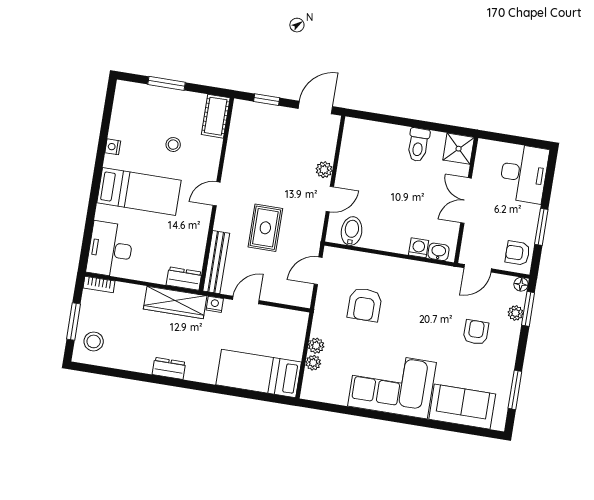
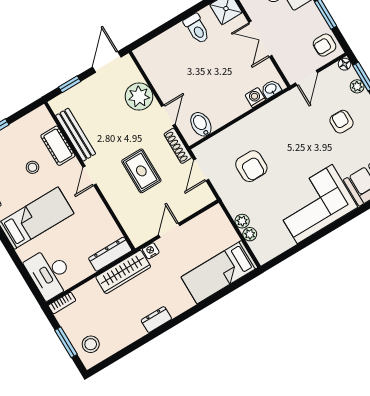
cot: (216, 116) -> (58, 146), moved
plant: (324, 170) -> (139, 96), width x1.88, depth x1.88
shoe rack: (315, 233) -> (178, 146), added
bench: (216, 262) -> (76, 135), moved
dresser: (184, 279) -> (110, 254), width x1.44

